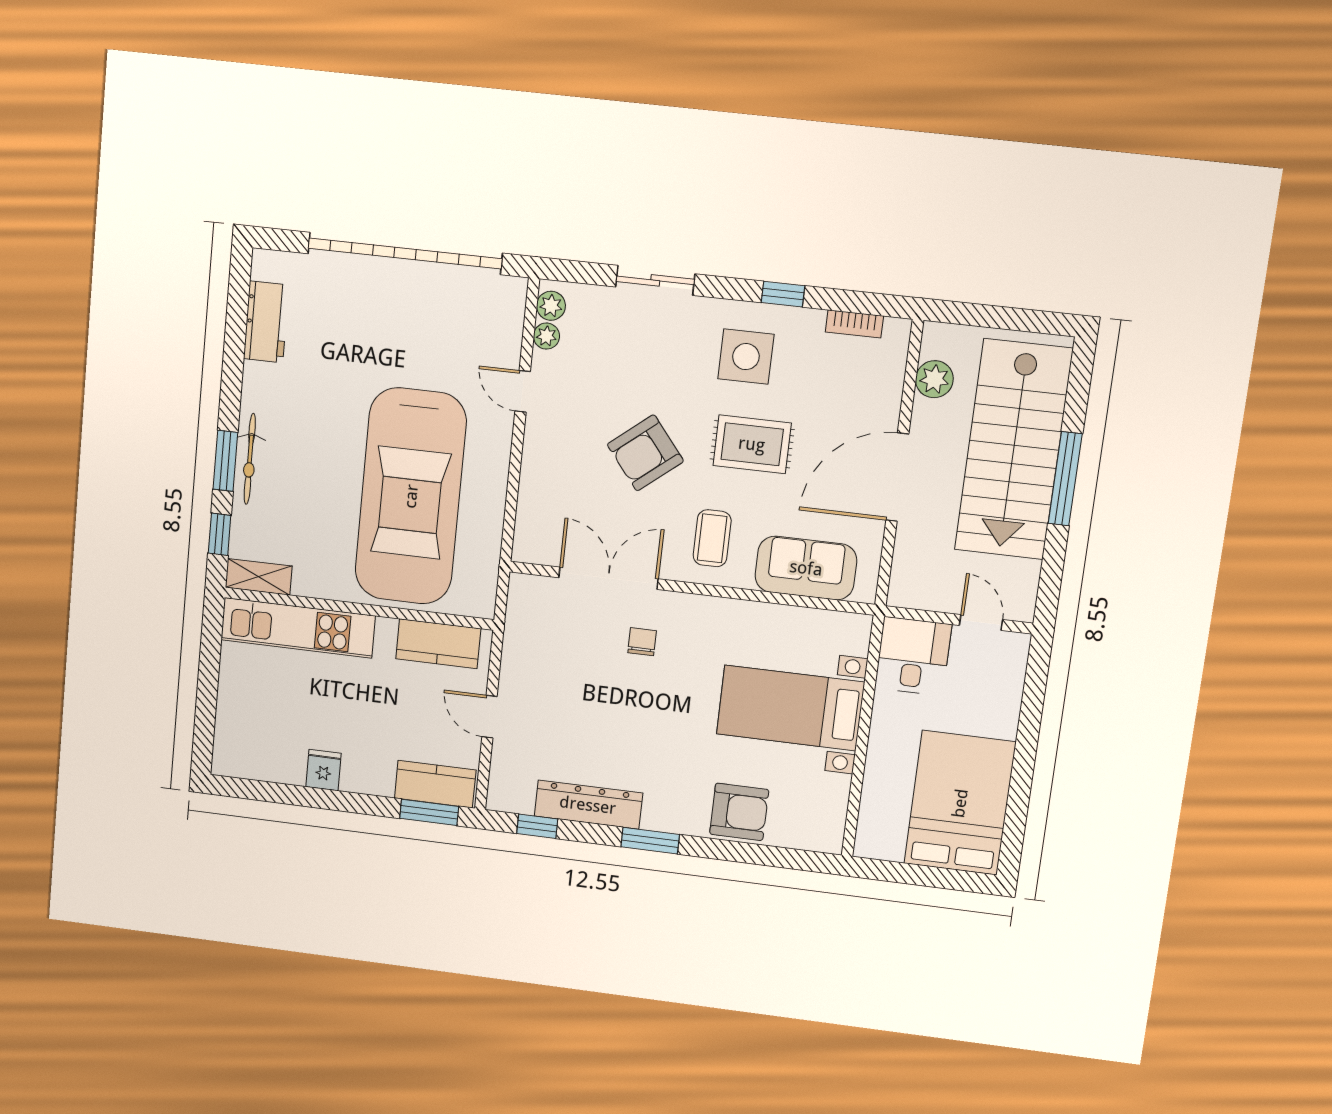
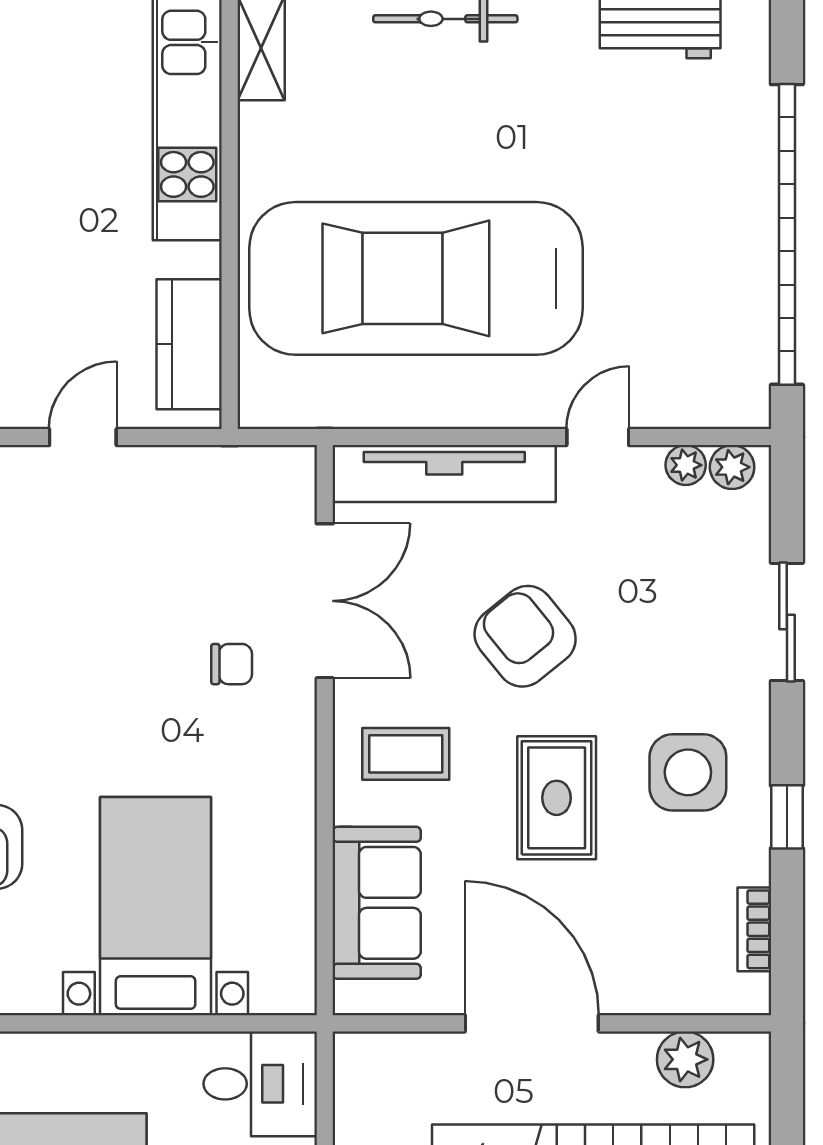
tv unit: (536, 493) -> (444, 474), added

